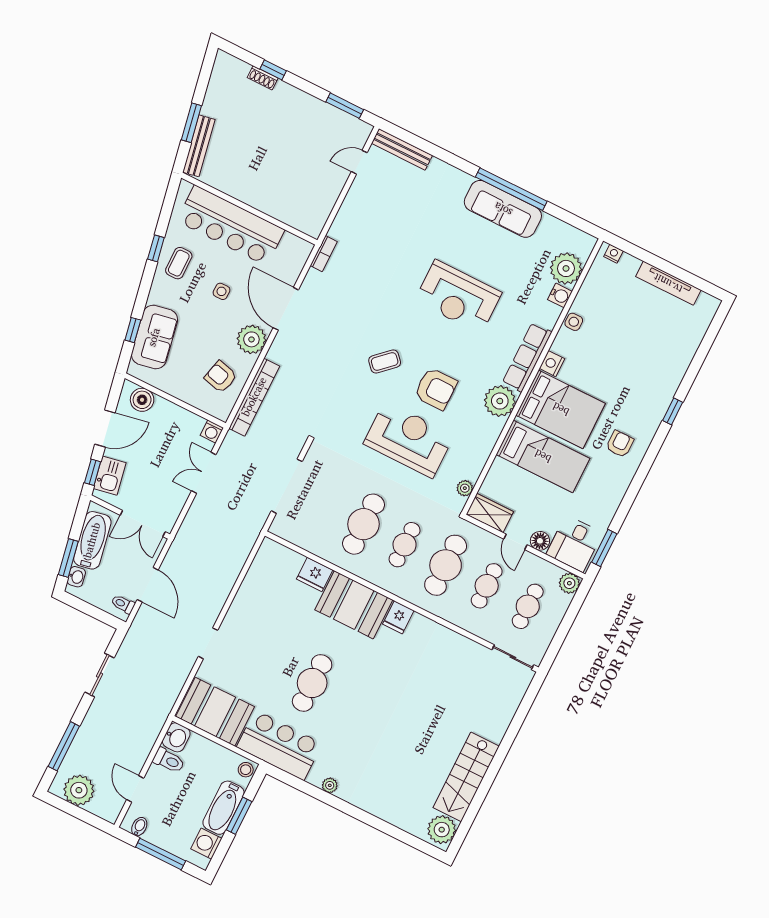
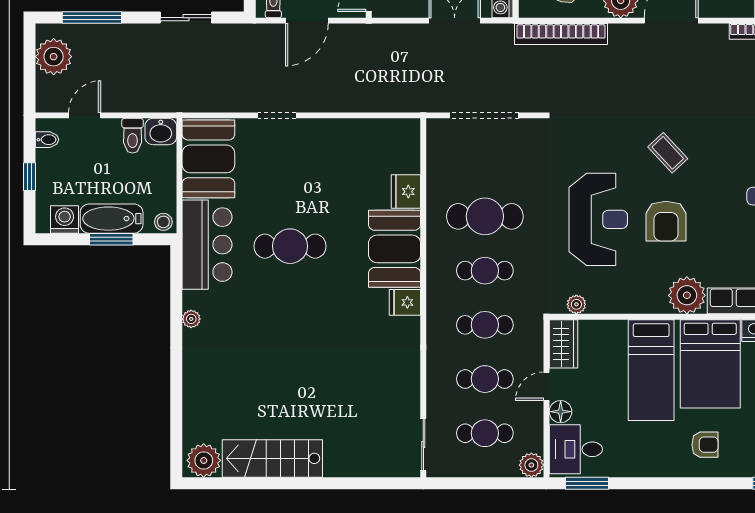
cafe table: (446, 565) -> (485, 325), width x0.73, depth x0.74
window: (161, 854) -> (29, 177), width x0.46

